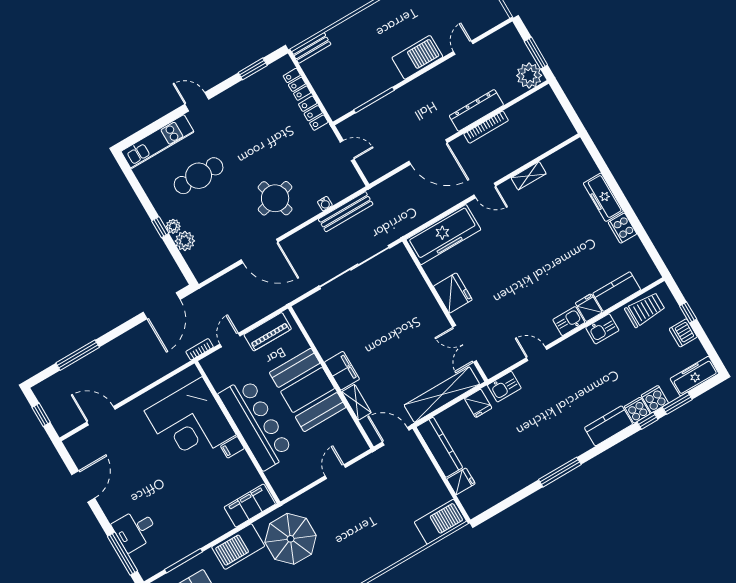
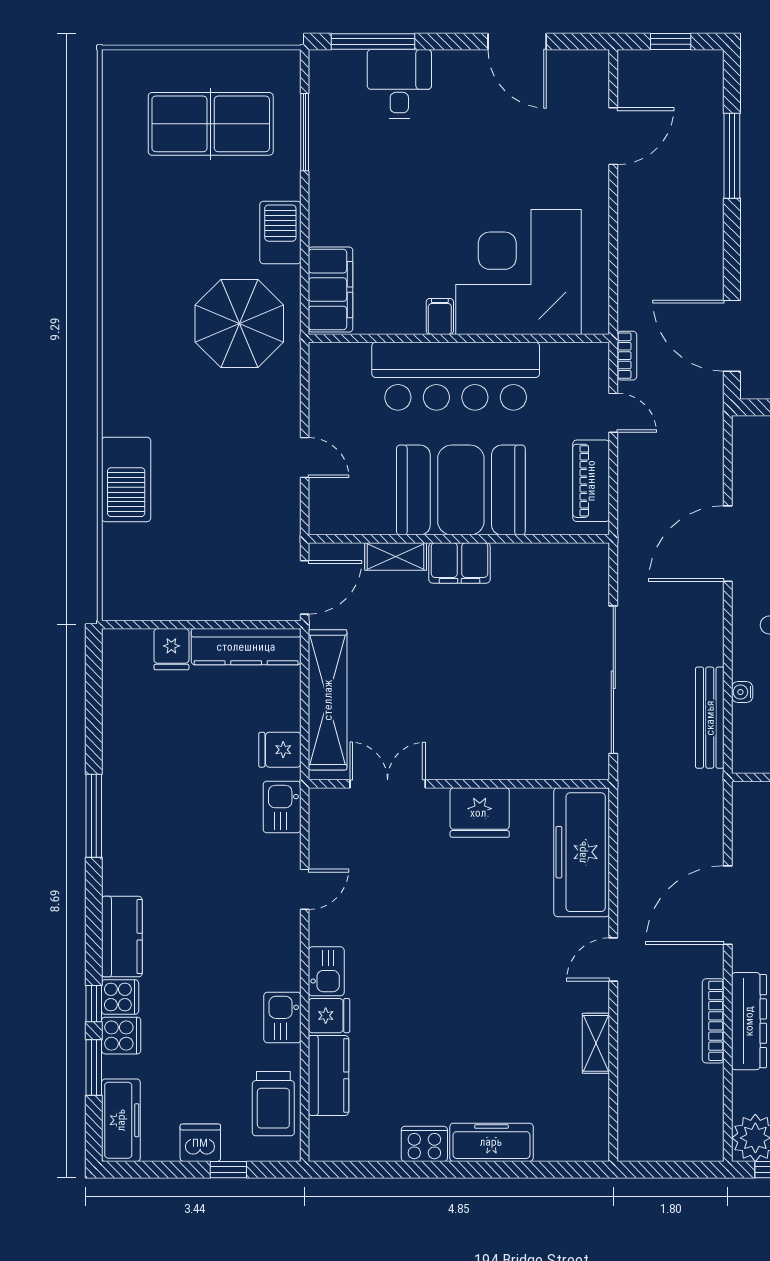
barbecue: (440, 522) -> (126, 479), moved
barbecue: (238, 547) -> (280, 233), width x0.73, depth x0.83

